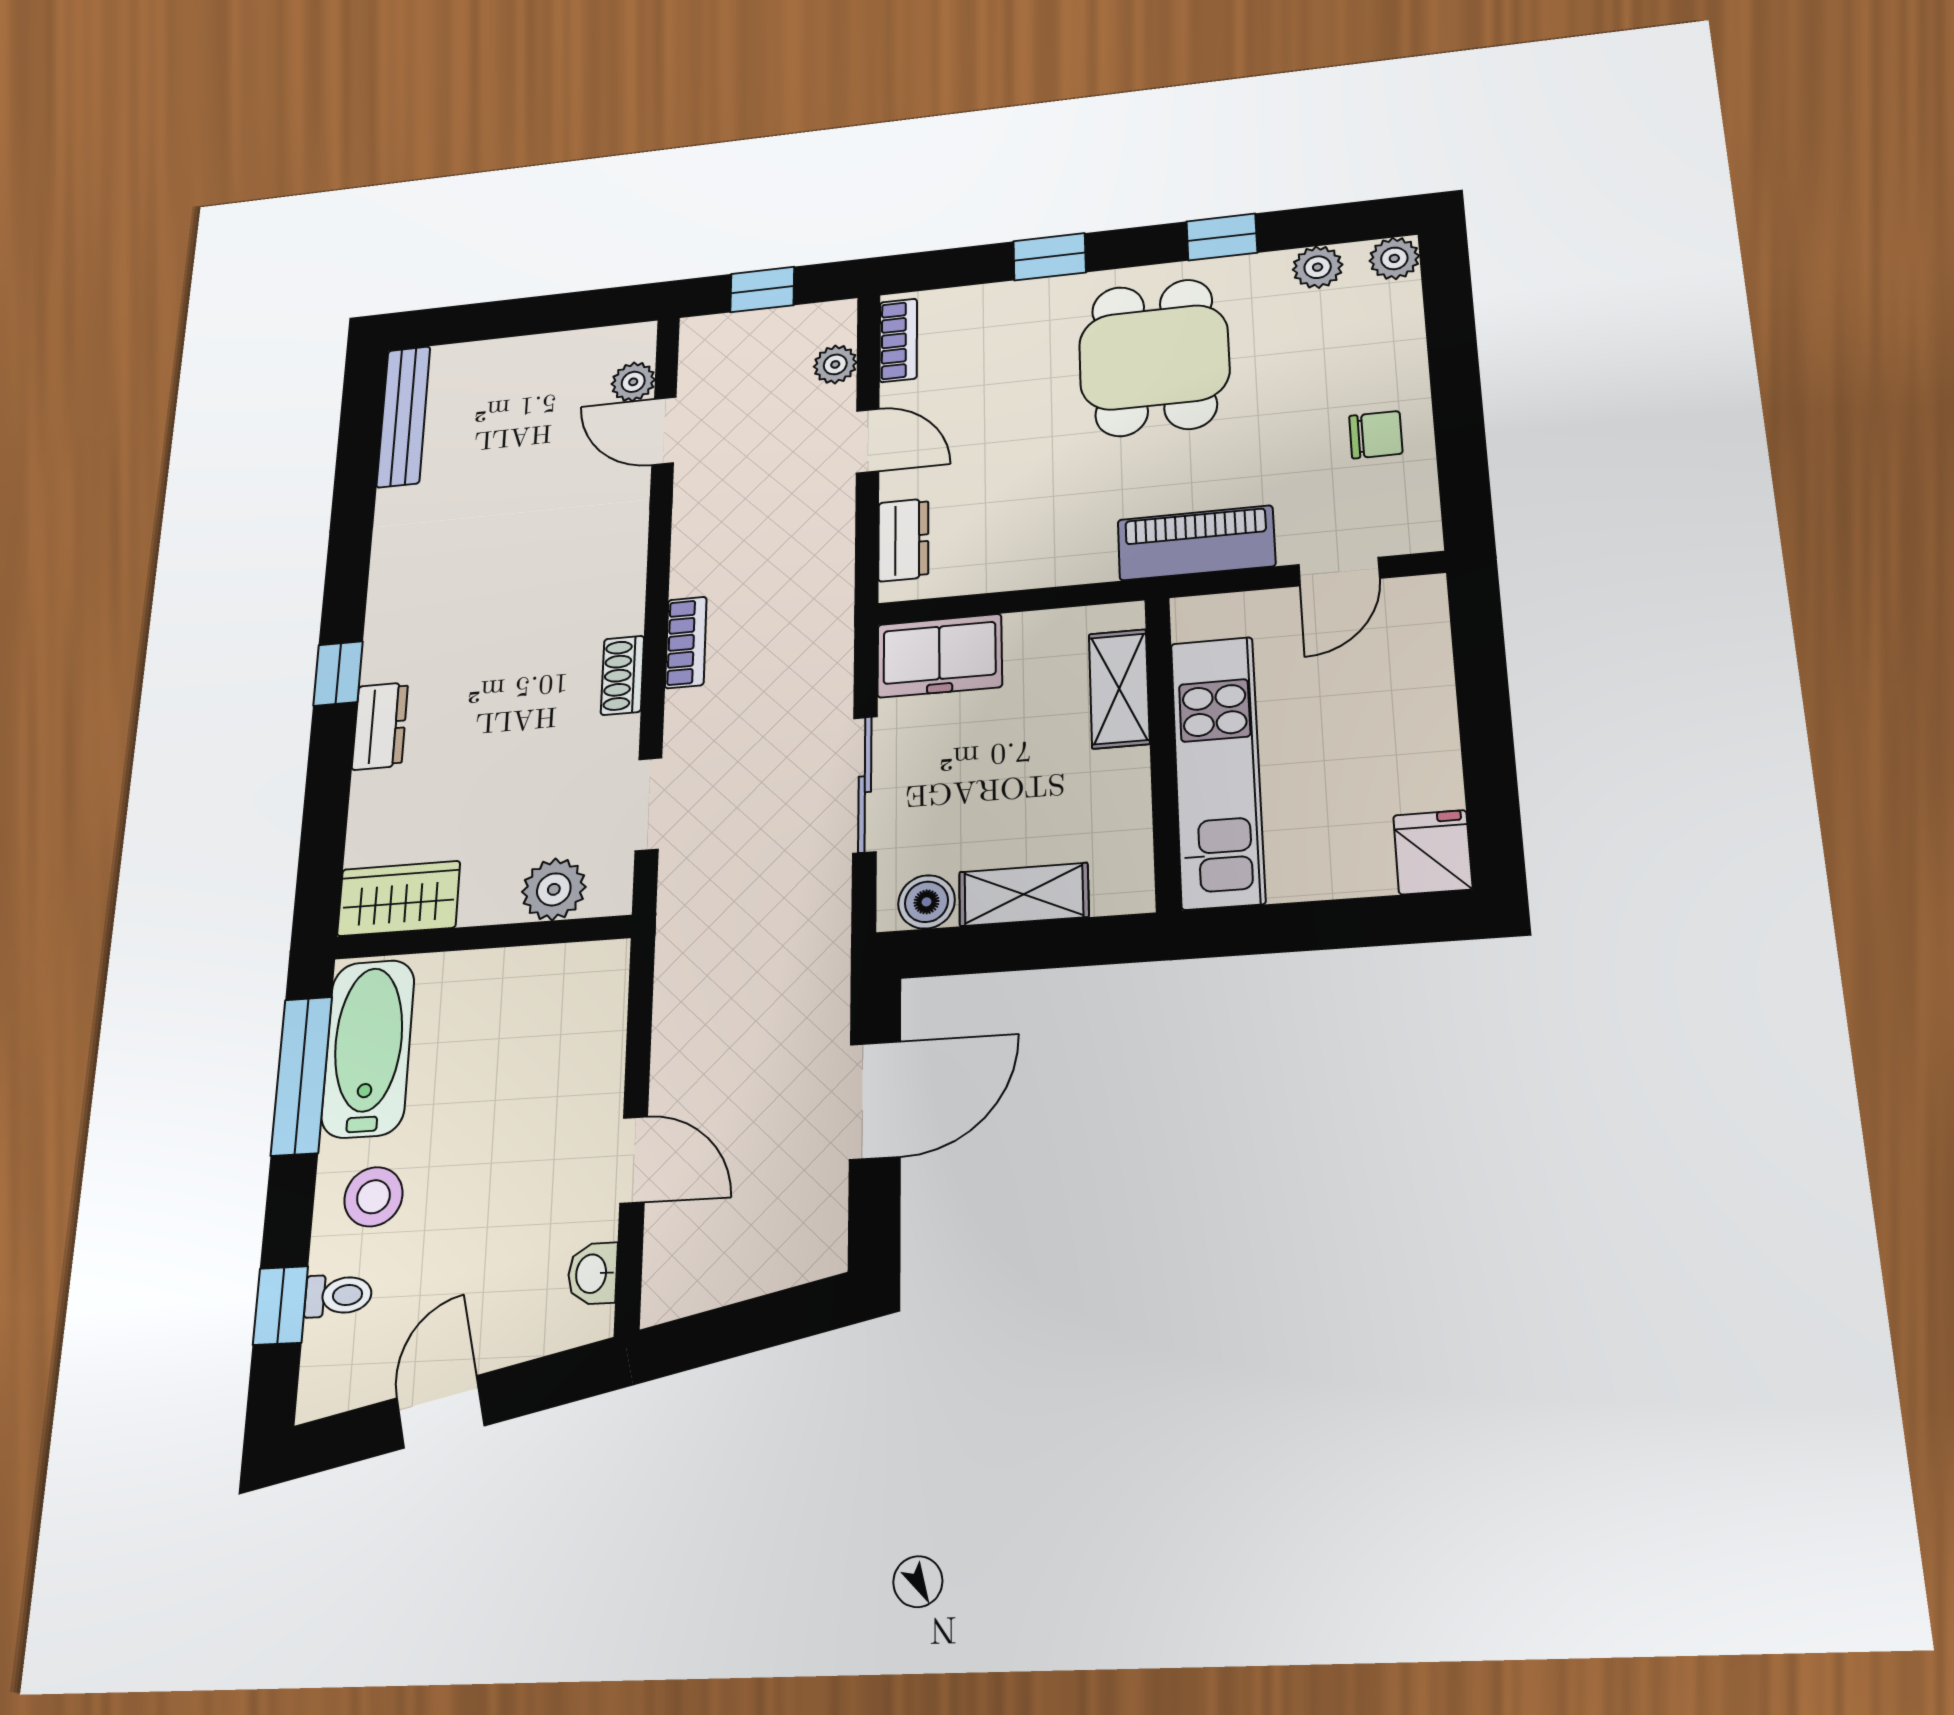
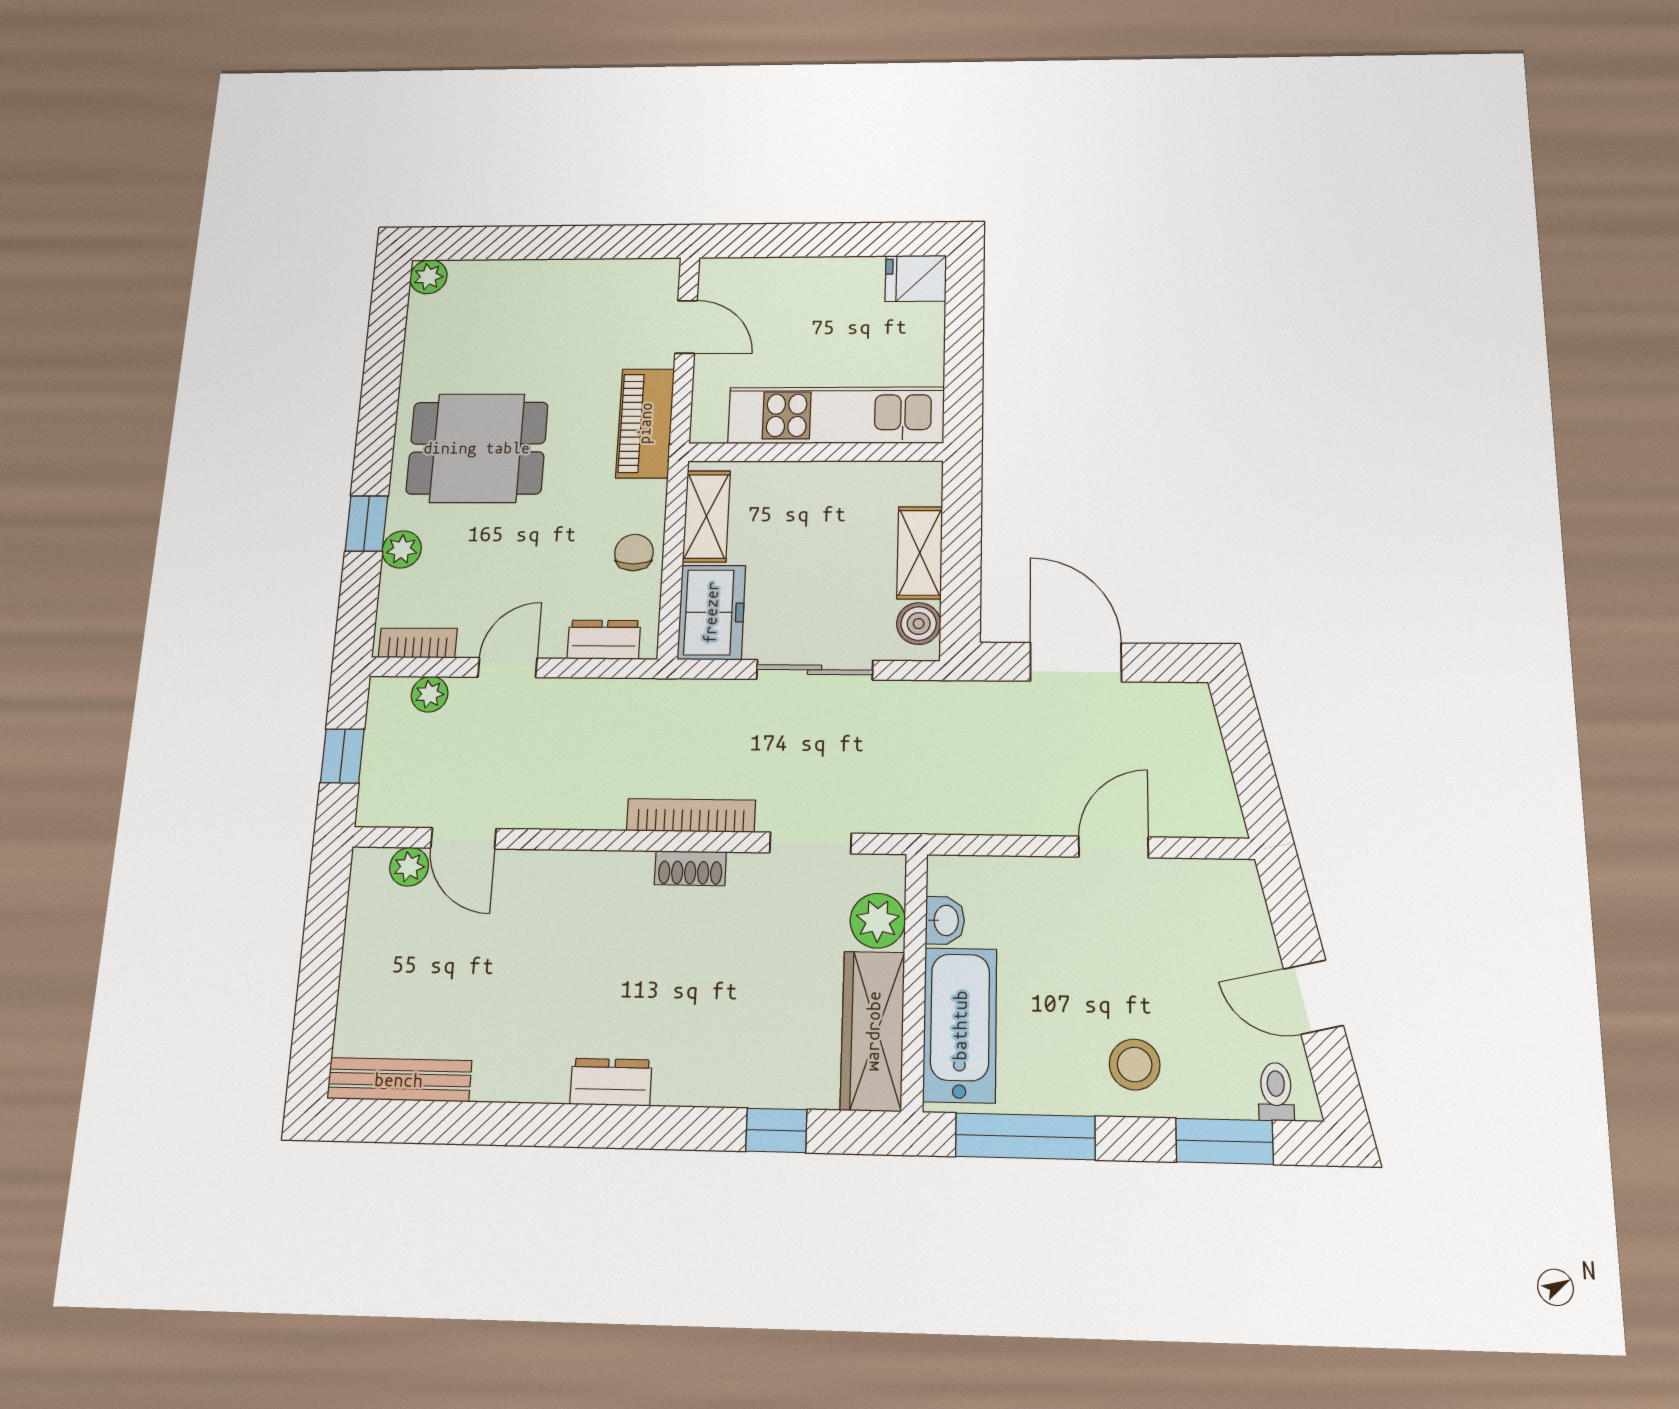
window: (1222, 237) -> (380, 395), removed
plant: (1318, 267) -> (402, 549), moved
door: (664, 431) -> (463, 838), hinge flipped
chair: (1376, 435) -> (634, 553), moved
bookcase: (686, 642) -> (691, 815), width x1.56
window: (338, 673) -> (776, 1130), moved
shelving: (1119, 689) -> (706, 516), moved, turned 90
dresser: (380, 726) -> (611, 1082), moved
wardrobe: (399, 898) -> (873, 1031), width x1.50
bathtub: (368, 1048) -> (960, 1025), moved, turned 90
washbasin: (593, 1274) -> (945, 920), moved, turned -90
toilet: (338, 1295) -> (1276, 1092), moved
window: (281, 1305) -> (1224, 1141), width x1.50

